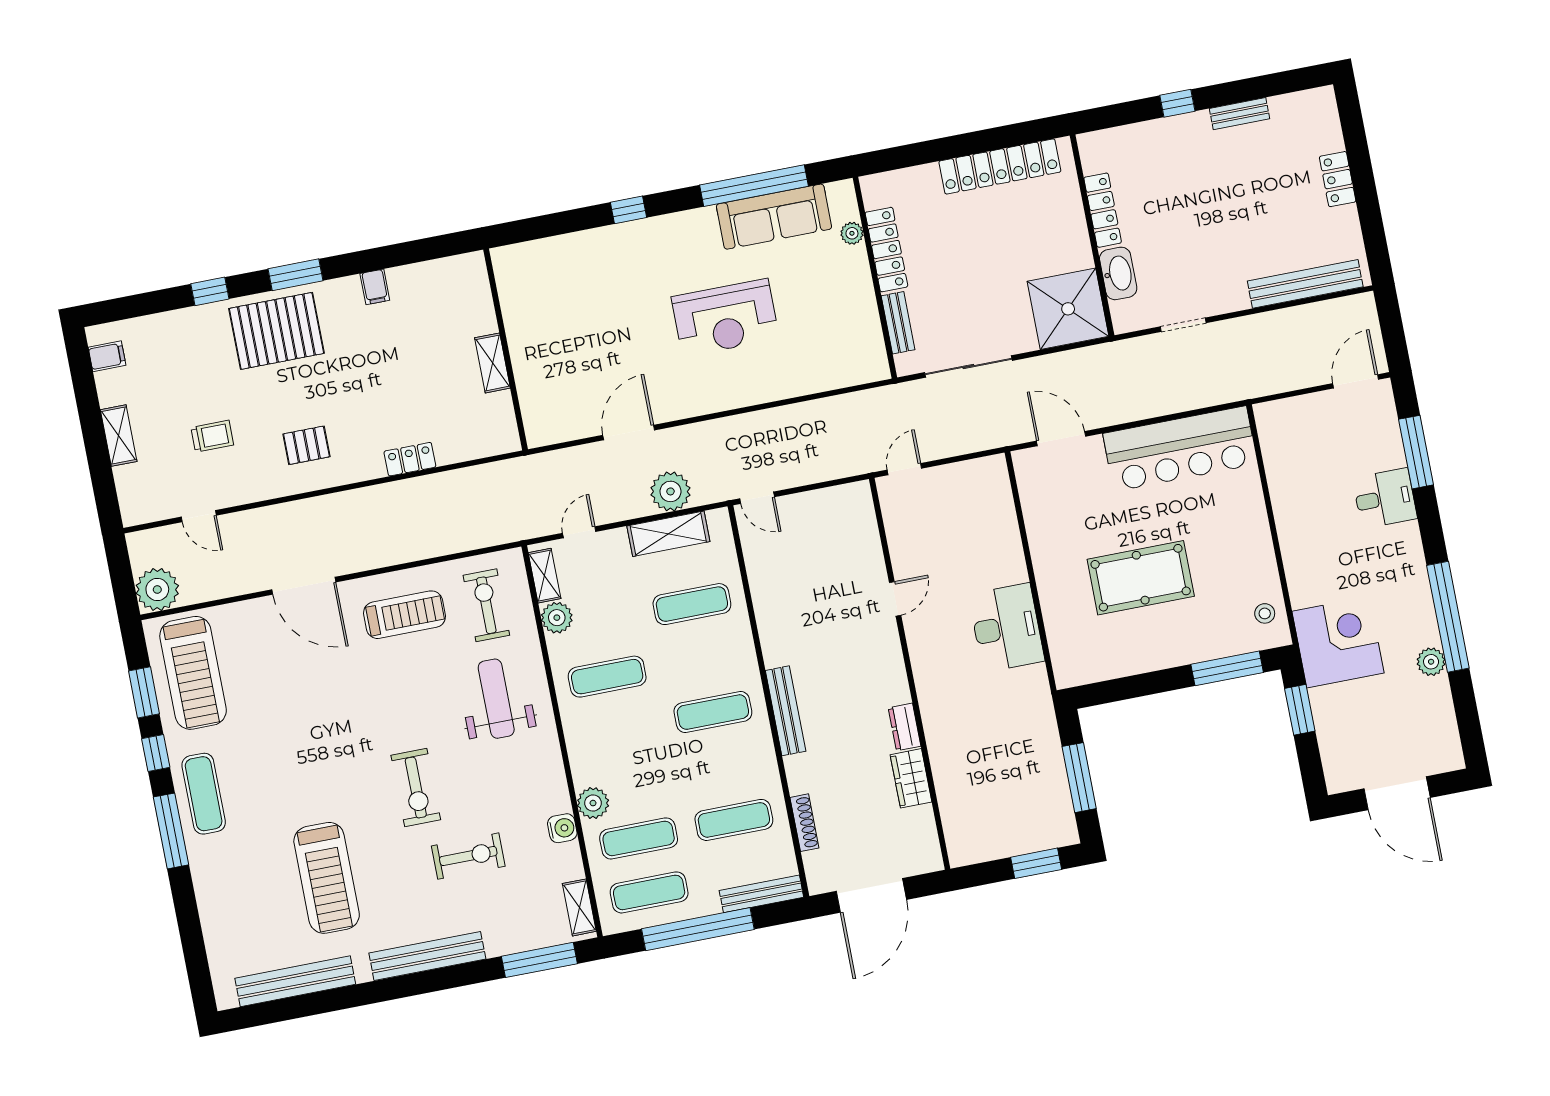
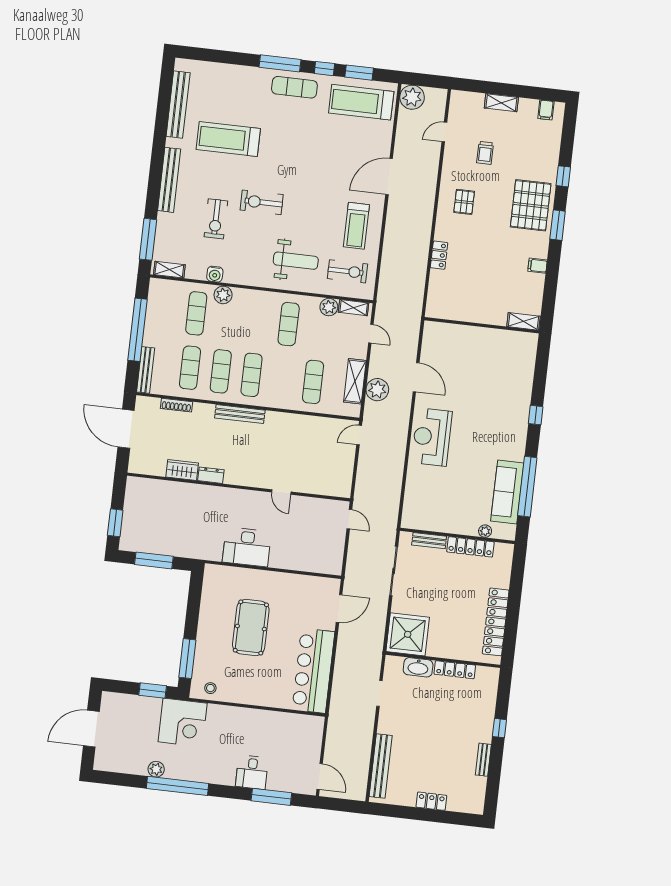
reception desk: (725, 318) -> (432, 437), moved
shelving: (493, 363) -> (523, 321), moved
exercise mat: (649, 892) -> (221, 371), moved

